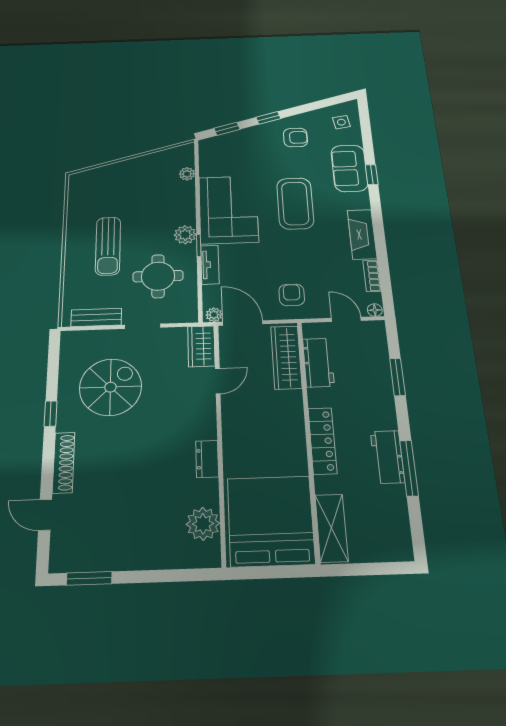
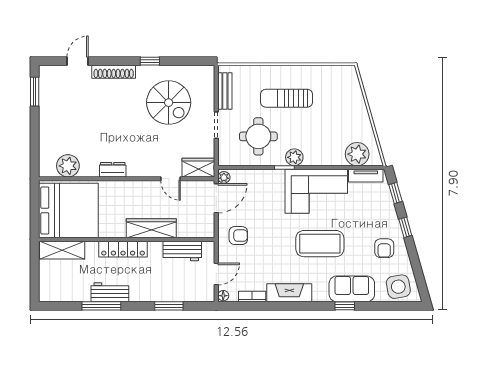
side table: (341, 122) -> (398, 287), width x1.87, depth x1.87
plant: (187, 174) -> (357, 154), width x1.88, depth x1.88
tv unit: (210, 265) -> (366, 176), moved
wardrobe: (286, 357) -> (151, 228), moved

